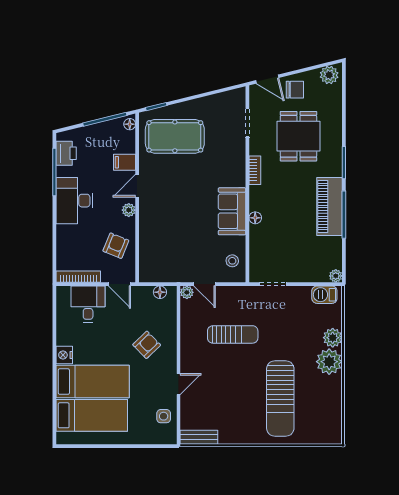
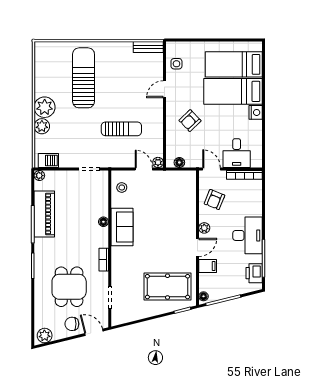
piano: (330, 206) -> (44, 214), moved
sun lounger: (233, 334) -> (121, 129), turned 180

